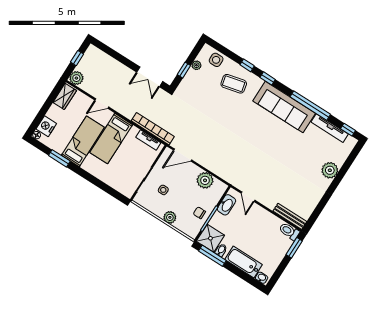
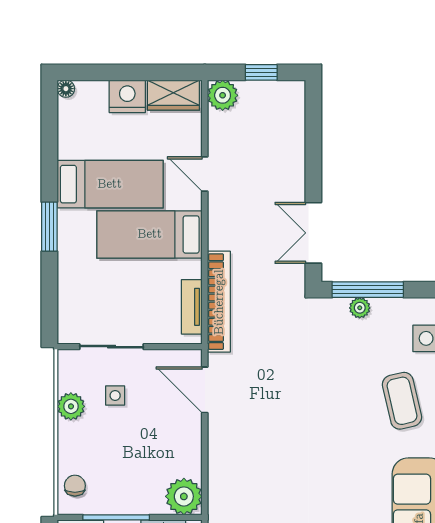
plant: (196, 65) -> (360, 308), moved
window: (184, 70) -> (368, 290), width x2.17
nightstand: (46, 126) -> (127, 96), moved
window: (59, 158) -> (49, 227), moved
plant: (205, 180) -> (184, 496), moved
chair: (199, 213) -> (75, 486), moved
plant: (170, 217) -> (71, 406), moved

